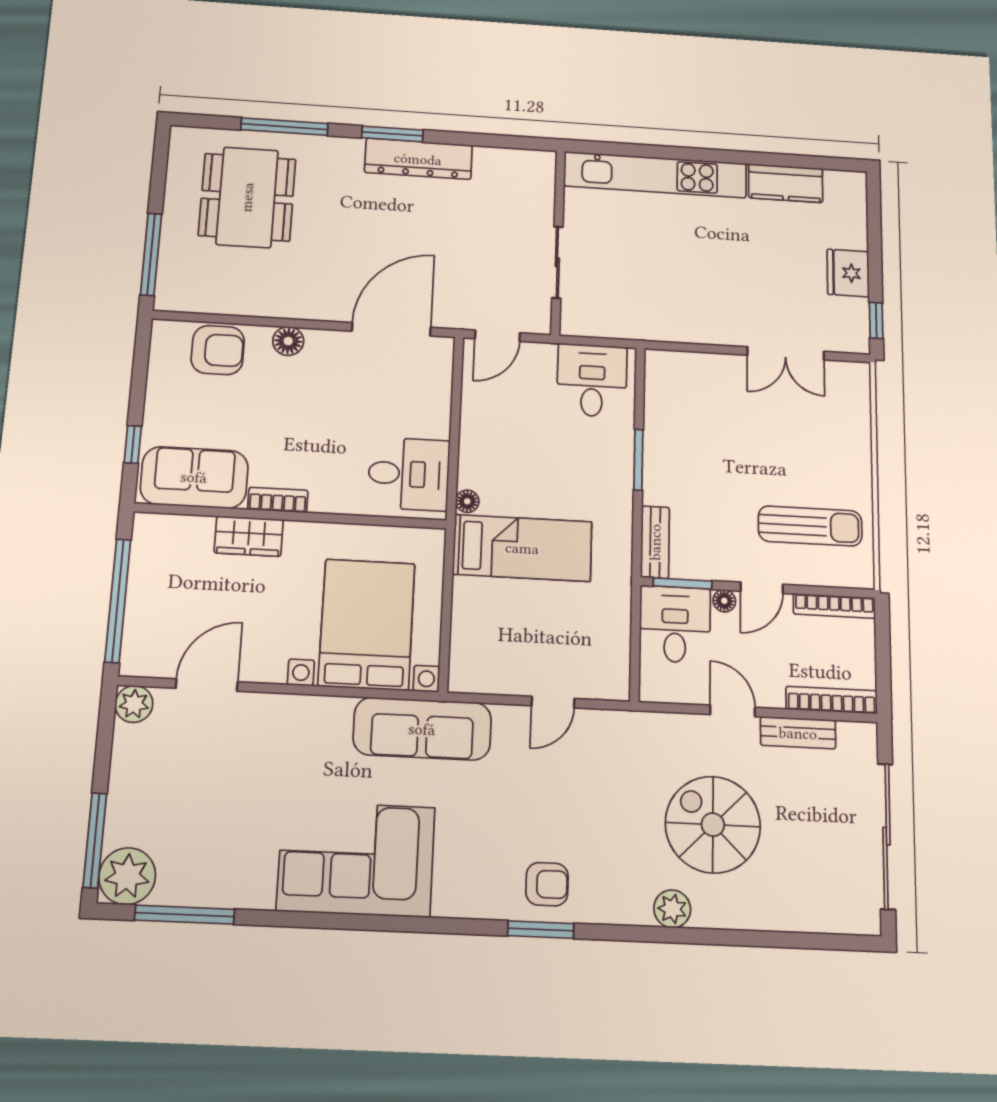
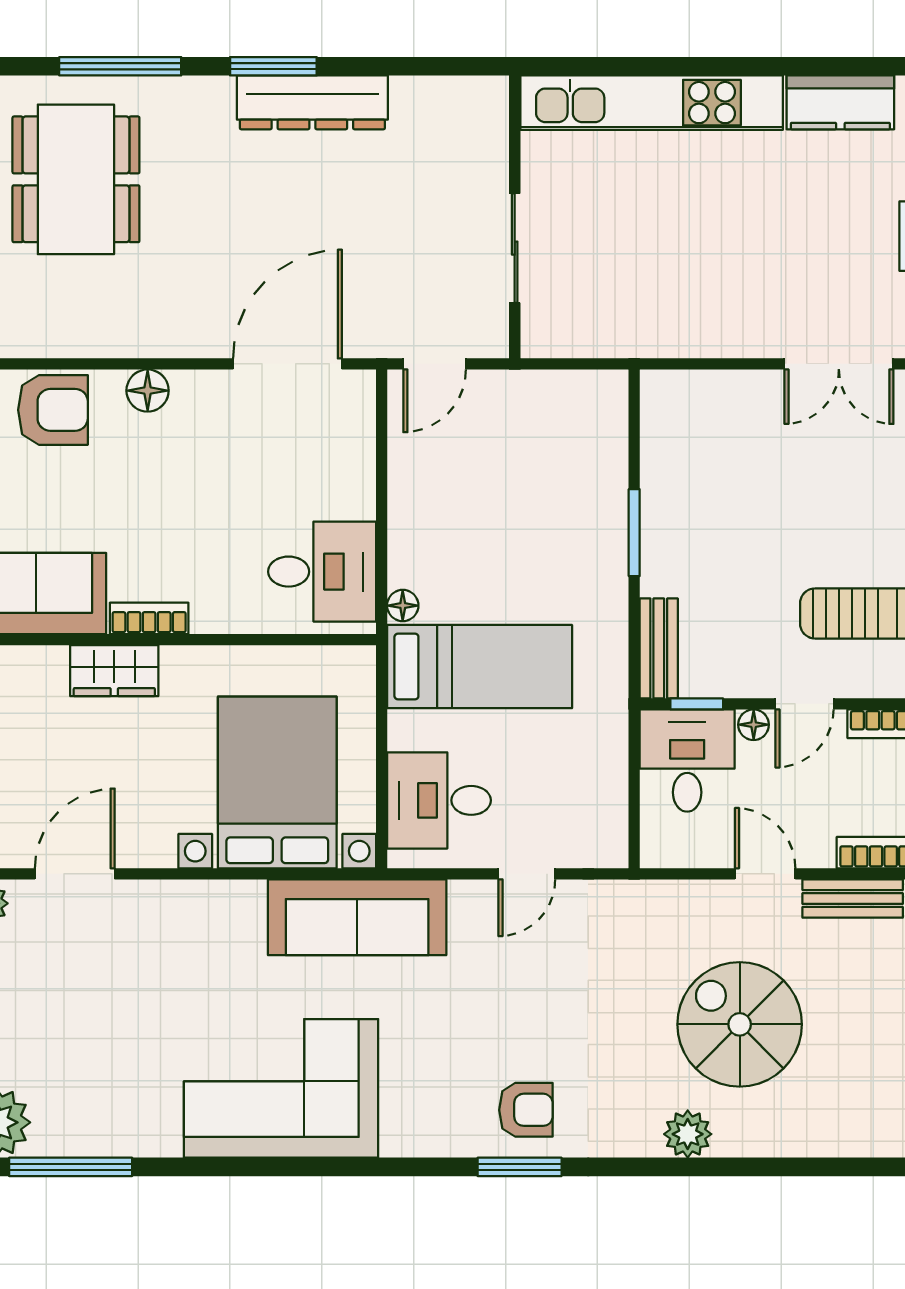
desk: (592, 380) -> (439, 800), moved, turned -90
window: (683, 584) -> (697, 704), width x0.67

